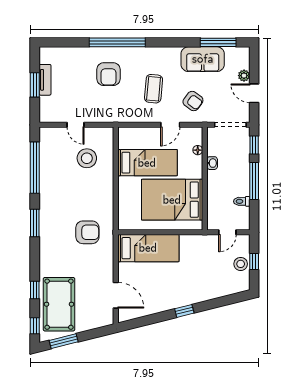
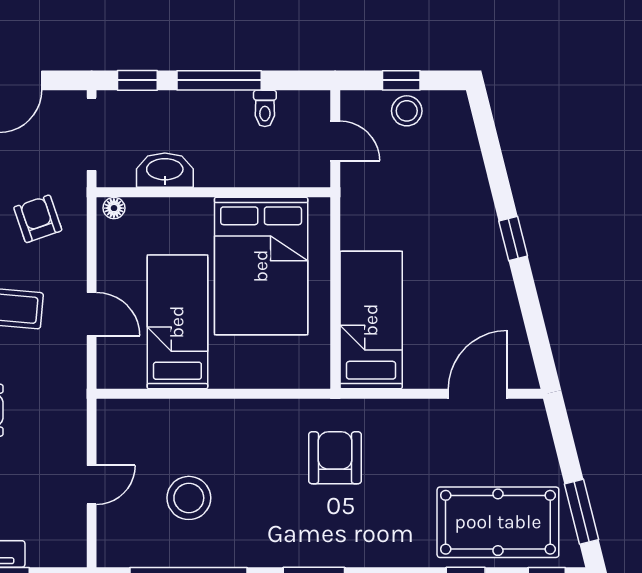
armchair: (193, 101) -> (38, 219), turned -55
door: (170, 125) -> (92, 314), moved
floor lamp: (198, 150) -> (114, 208), moved
stool: (87, 158) -> (189, 498), moved
washbasin: (212, 163) -> (165, 170), width x1.91, depth x1.45

